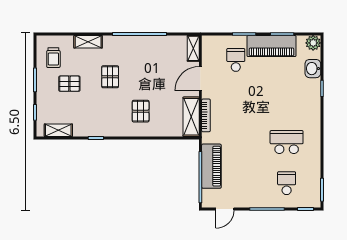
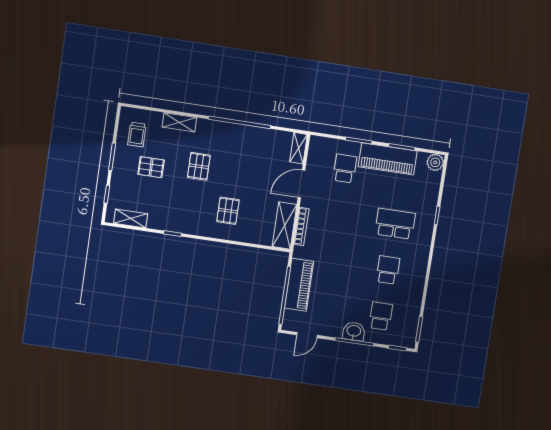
washbasin: (313, 69) -> (354, 331), moved, turned 90
school desk: (287, 101) -> (395, 224), added
school desk: (287, 142) -> (388, 270), width x0.54

